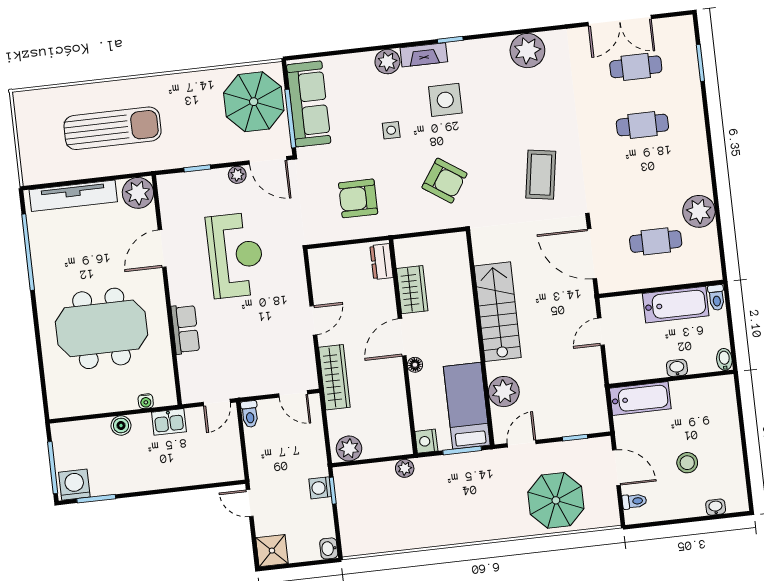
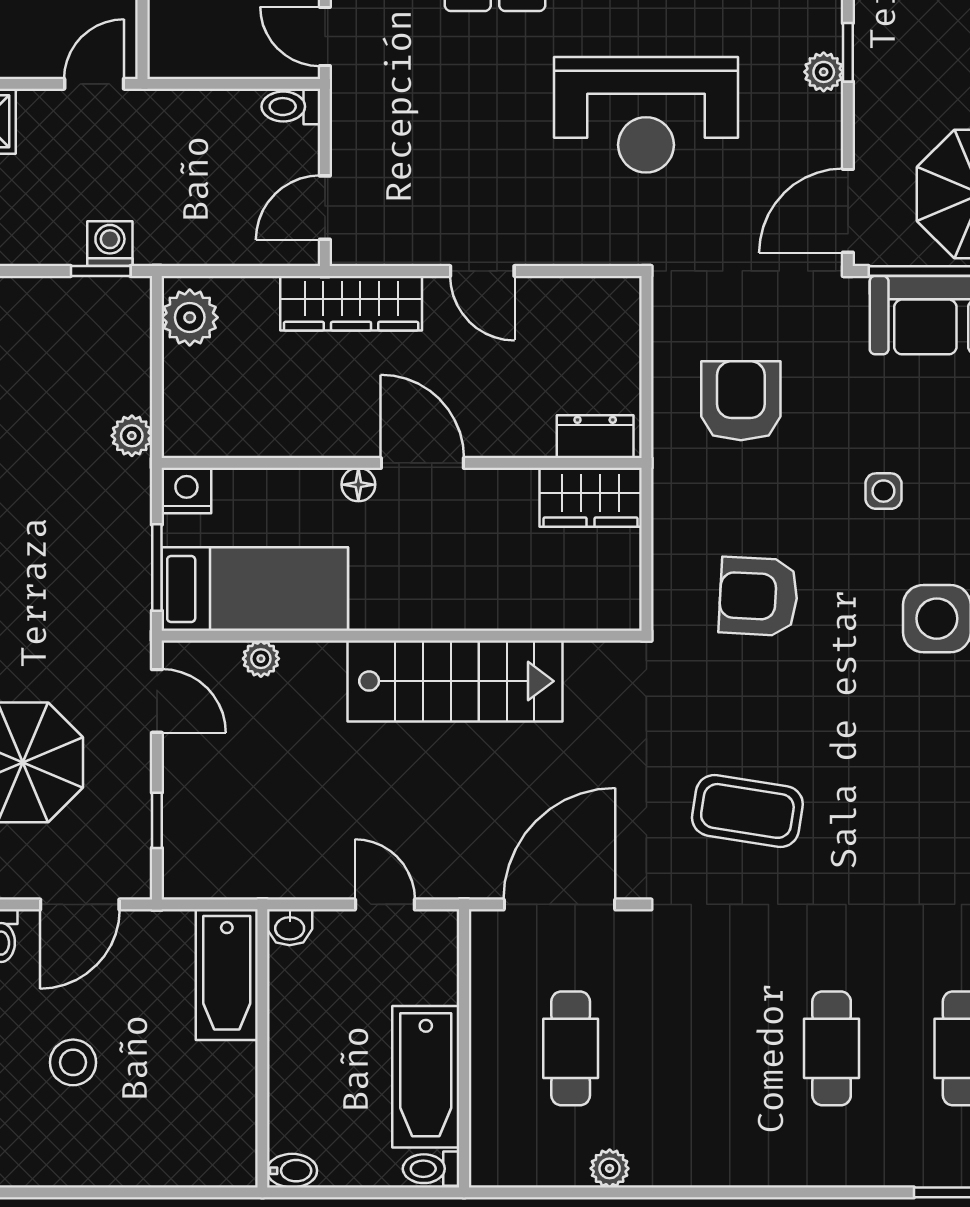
plant: (237, 175) -> (824, 72), moved
armchair: (444, 181) -> (759, 596), turned 59
plant: (699, 211) -> (610, 1168), width x0.53, depth x0.53
wardrobe: (412, 290) -> (591, 497), moved
washbasin: (677, 368) -> (290, 927), moved, turned 90
plant: (504, 392) -> (261, 659), width x0.53, depth x0.53

